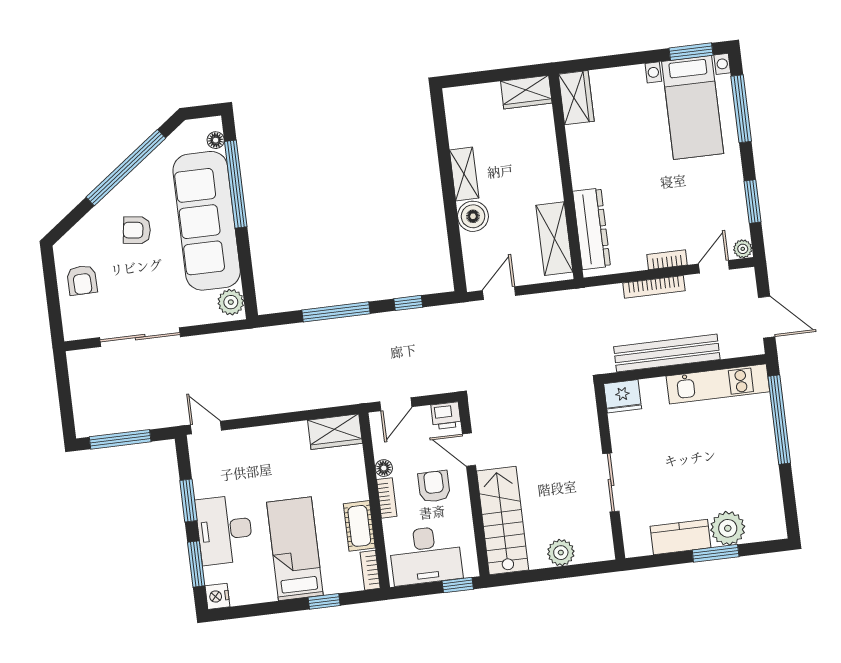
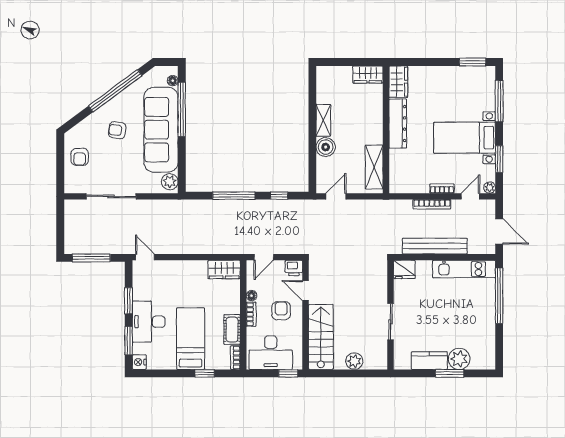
bed with nightstands: (693, 107) -> (465, 138), moved, turned 90
dresser: (592, 229) -> (398, 124), moved

